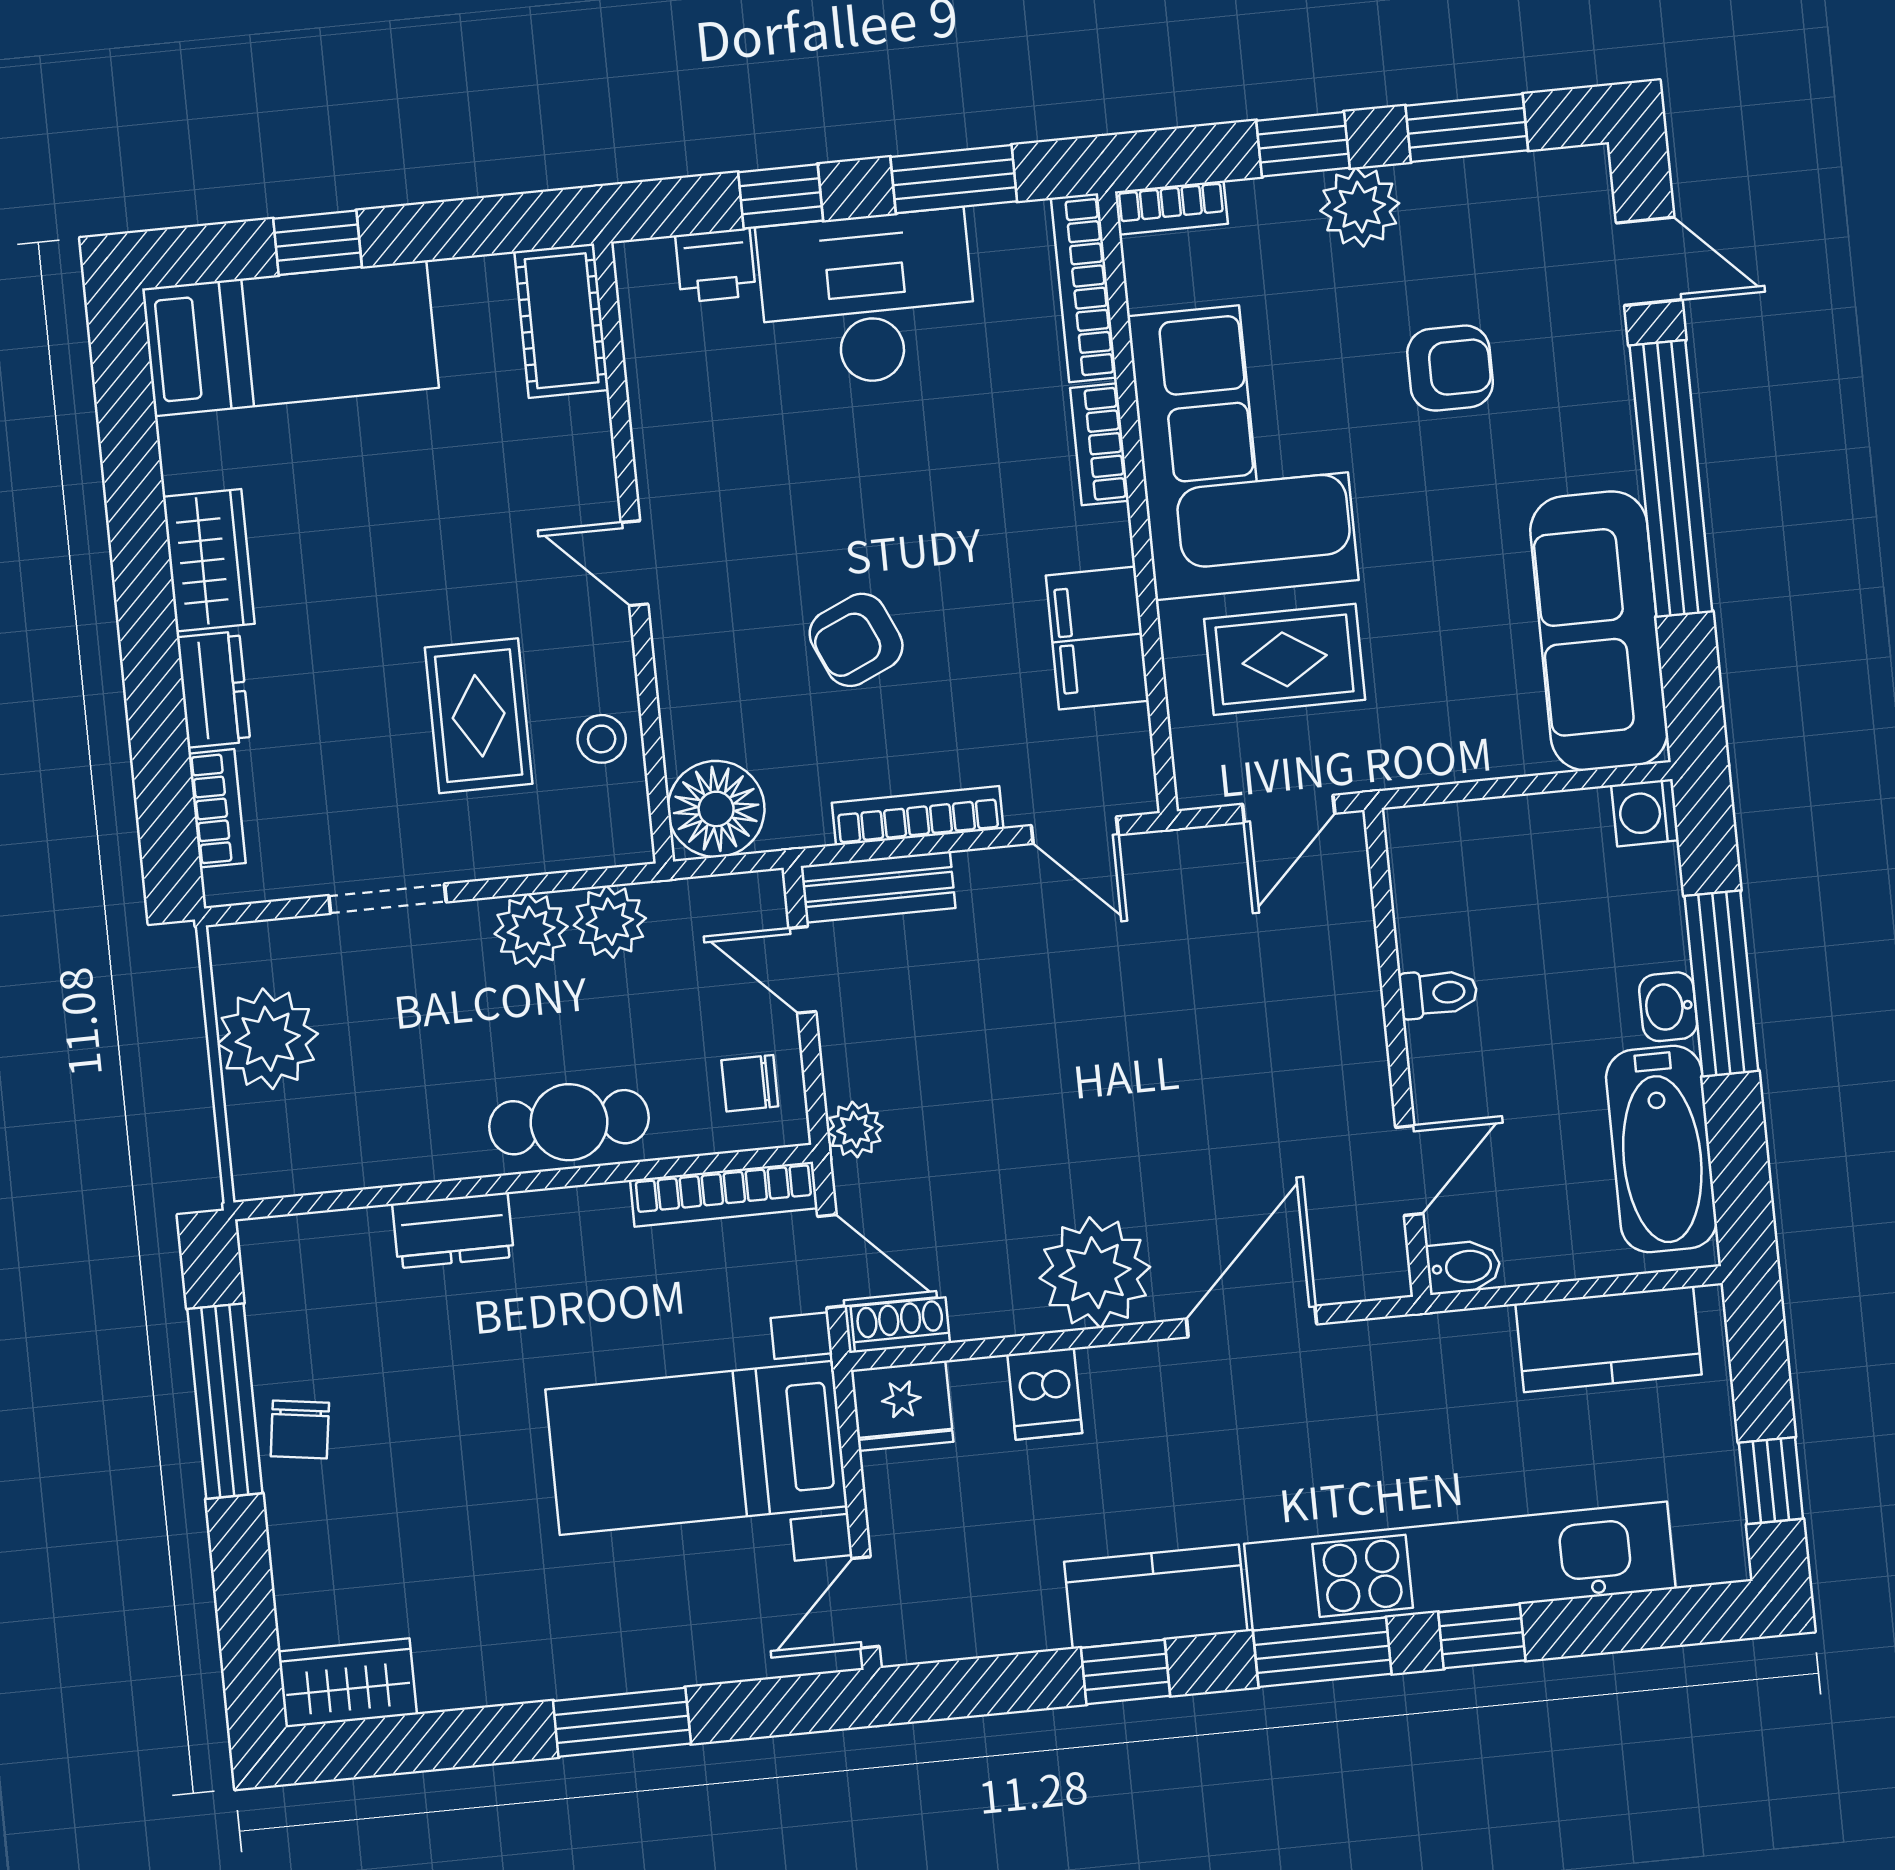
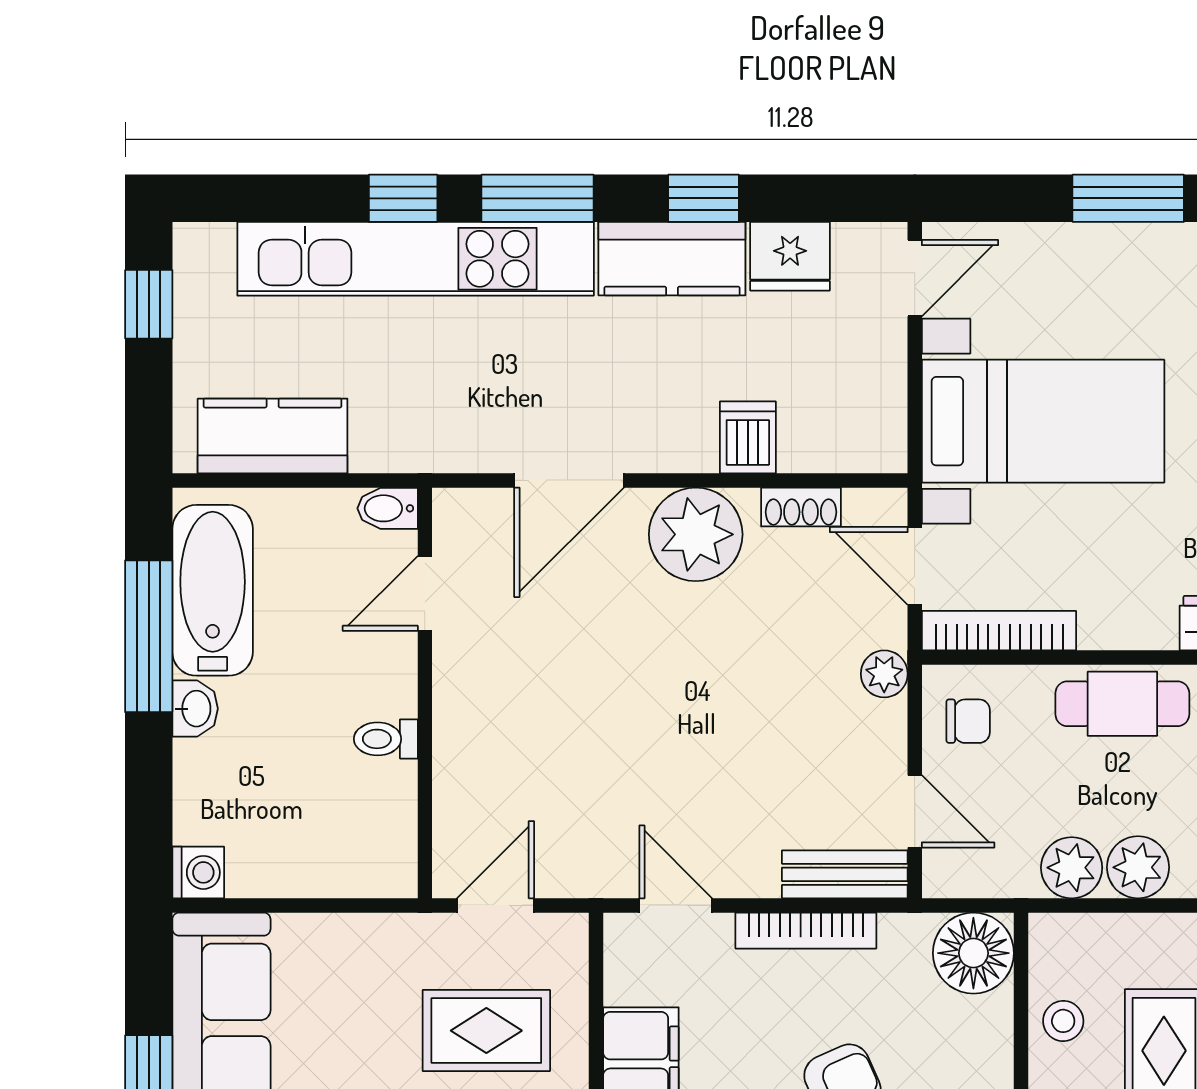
window: (1721, 983) -> (149, 636), moved
shoe rack: (900, 1325) -> (801, 507), moved
fridge: (902, 1406) -> (790, 256), moved, turned 180

